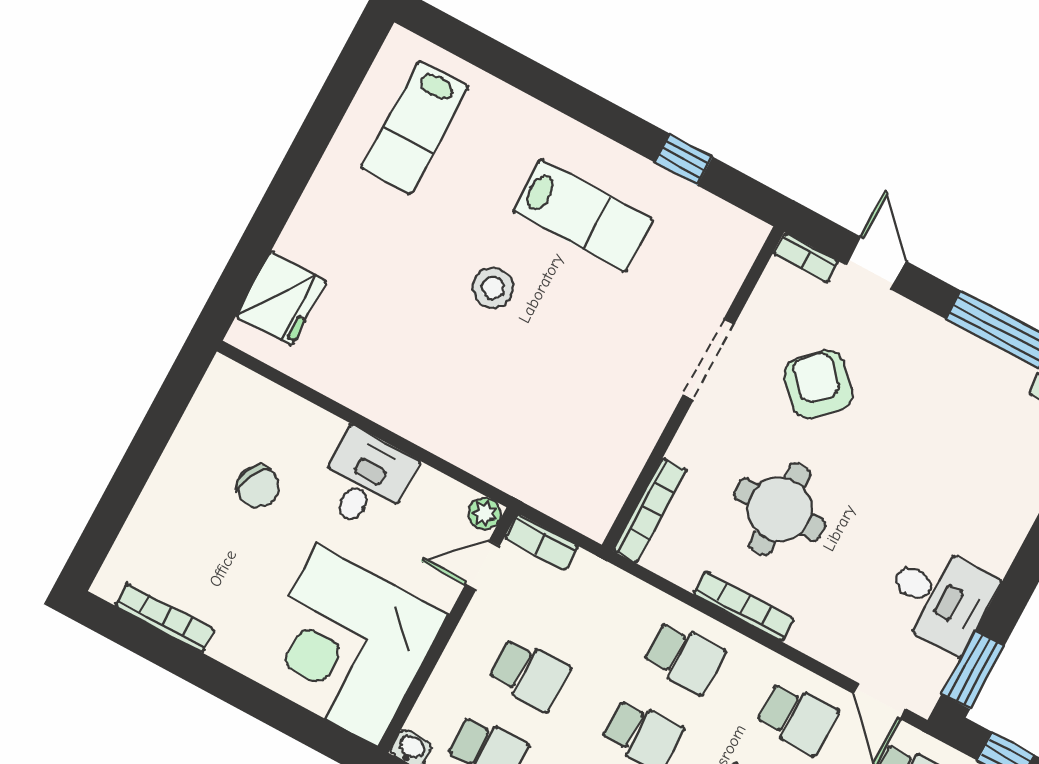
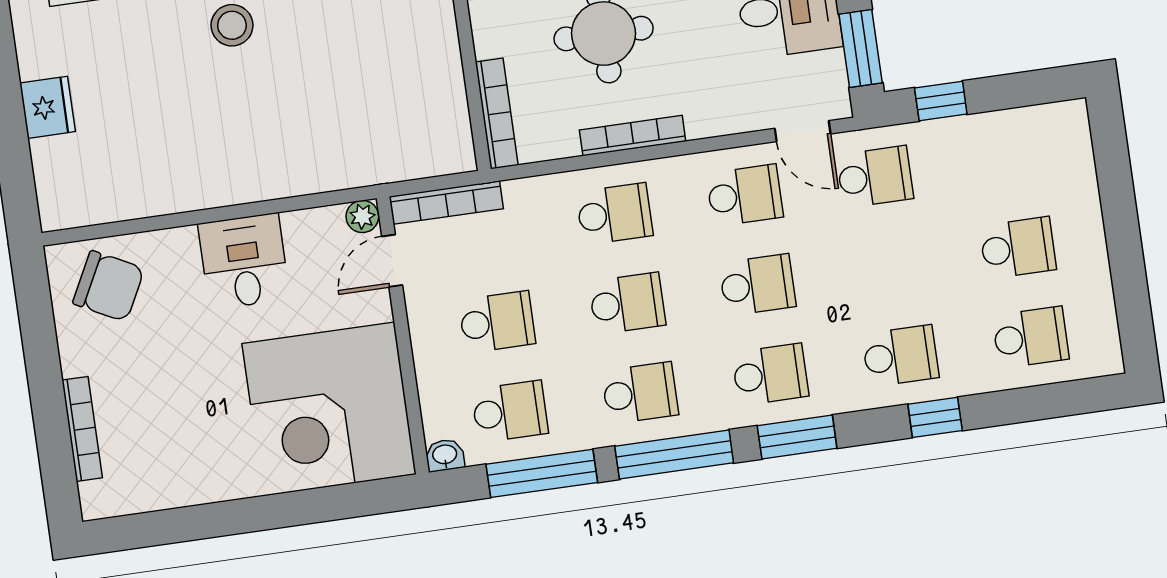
fridge: (281, 298) -> (48, 107), moved, width x0.73, depth x0.75
chair: (258, 487) -> (108, 286), moved, width x1.37, depth x1.37
bookcase: (541, 542) -> (446, 203), width x1.56
bookcase: (165, 618) -> (82, 429), moved, turned 90

